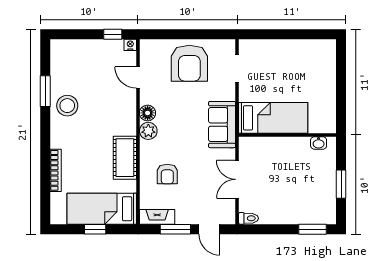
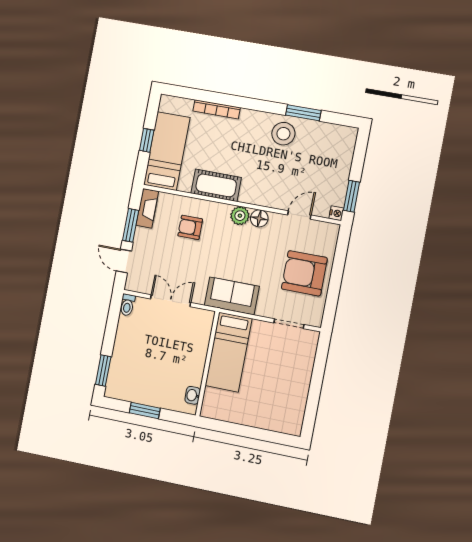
window: (113, 34) -> (352, 196), width x1.50
door: (209, 229) -> (124, 261), hinge flipped

